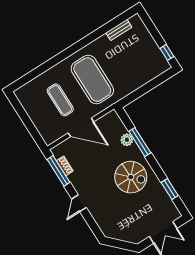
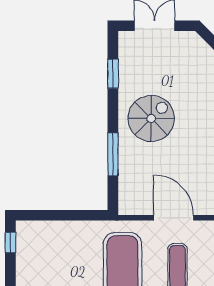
plant: (127, 140) -> (127, 167), removed
spiral stairs: (131, 177) -> (151, 118), turned 90

